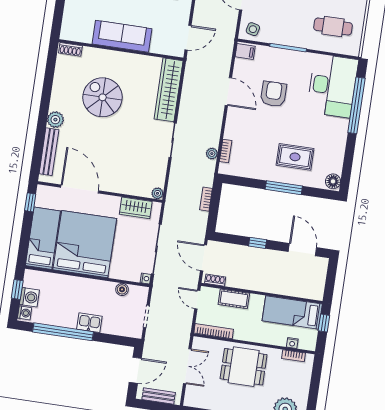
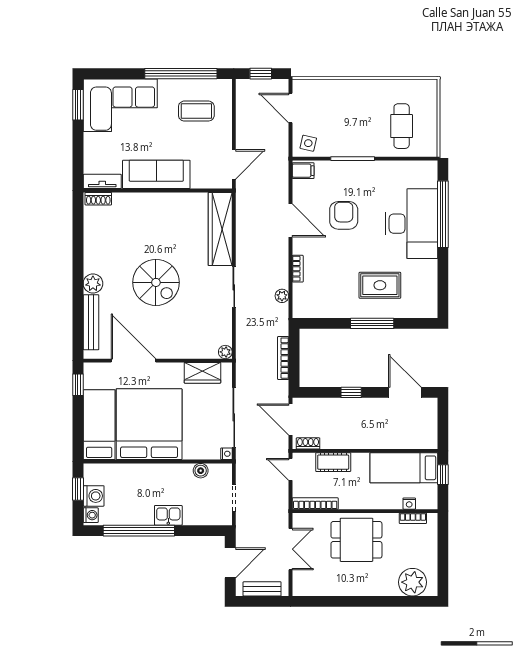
cafe table: (333, 27) -> (402, 126), turned 90
tv unit: (76, 35) -> (102, 181), added
desk: (332, 86) -> (411, 224), moved
spiral stairs: (103, 97) -> (156, 282), moved, turned 180
bookcase: (226, 151) -> (298, 269), moved
floor lamp: (333, 181) -> (429, 307), removed
bookcase: (206, 199) -> (283, 358), width x1.56

